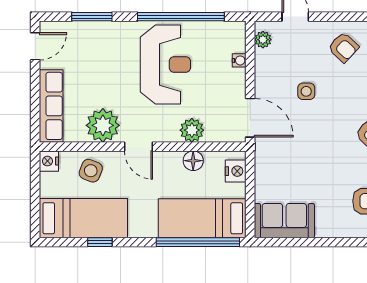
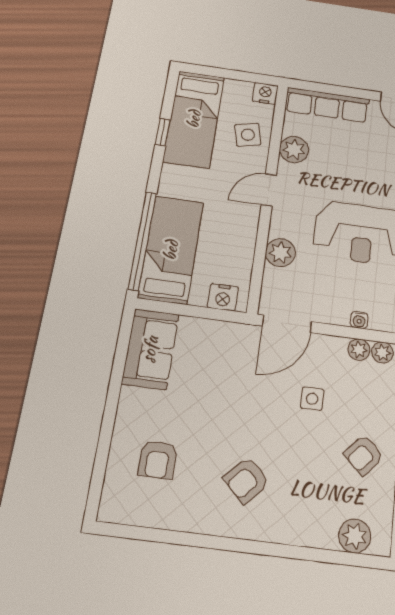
plant: (263, 58) -> (359, 350), added
plant: (103, 125) -> (294, 149), width x0.73, depth x0.73
floor lamp: (193, 161) -> (243, 249), removed
side table: (91, 171) -> (248, 135), turned -34

